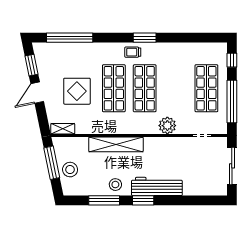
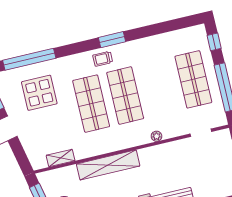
display table: (77, 91) -> (39, 93), moved
plant: (167, 126) -> (157, 136), width x0.53, depth x0.53
shelving: (63, 129) -> (61, 158), moved

